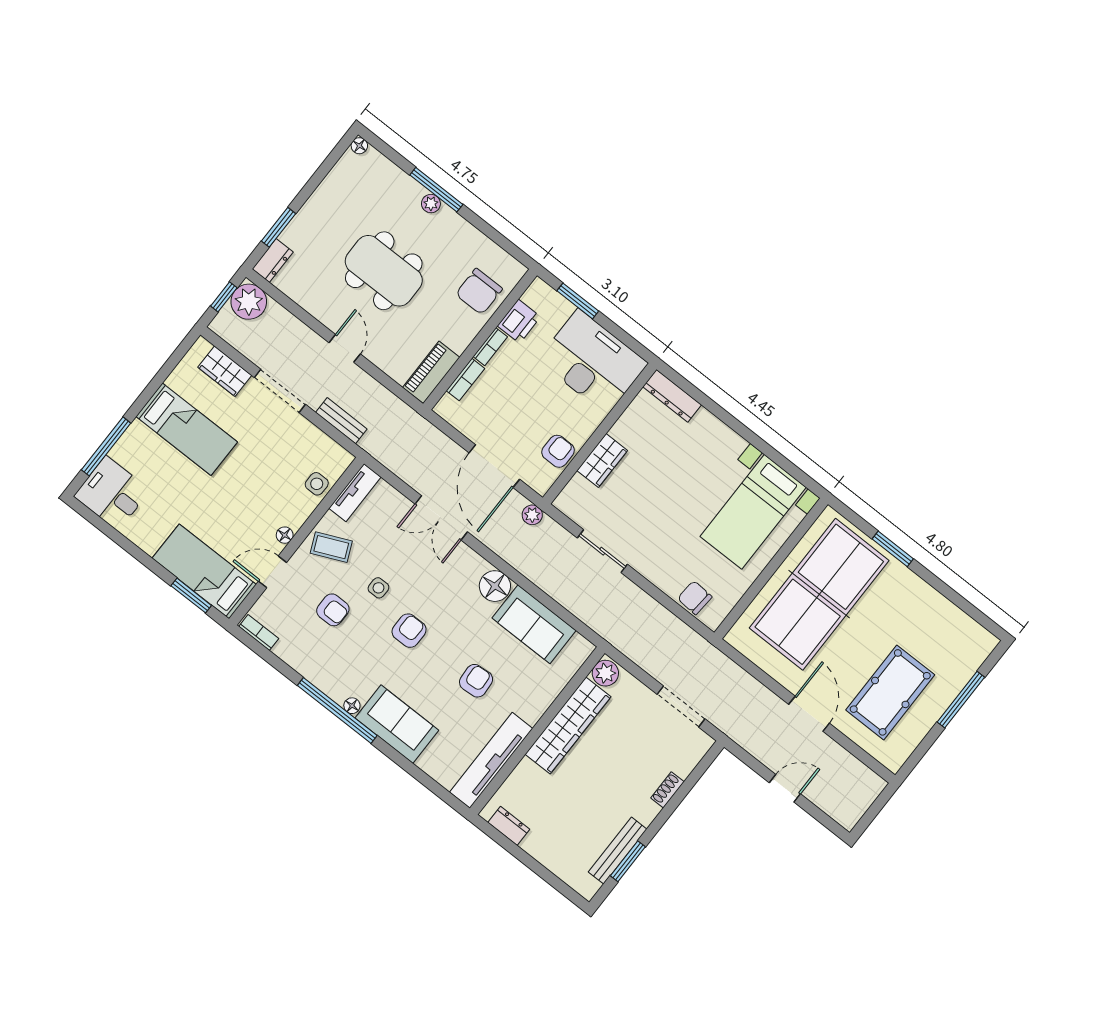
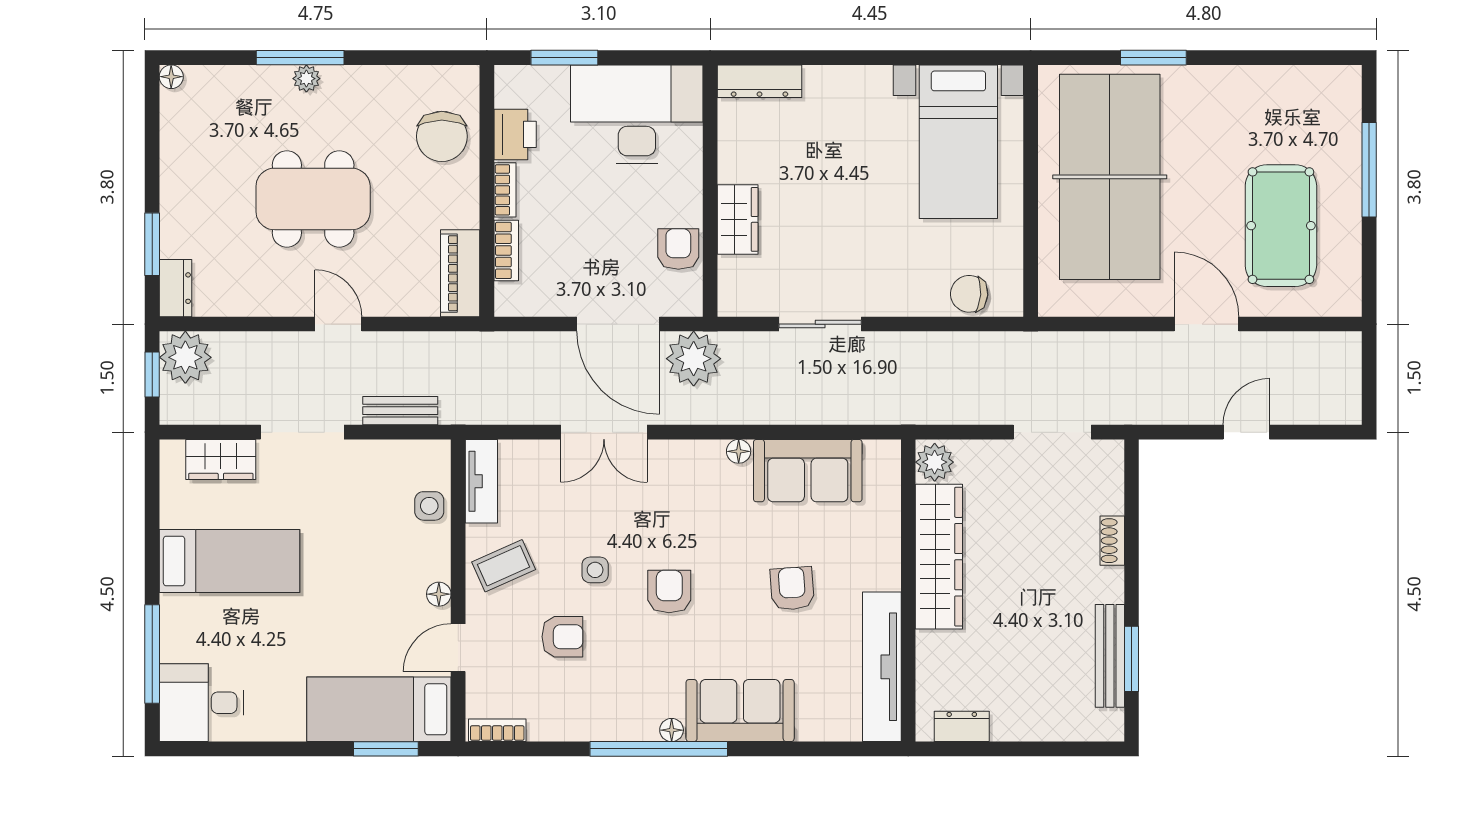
plant: (532, 515) -> (694, 359), width x1.87, depth x1.87
floor lamp: (495, 586) -> (739, 451), width x0.53, depth x0.53

